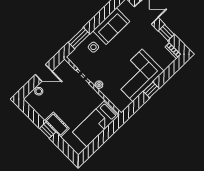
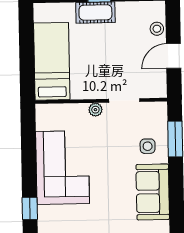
window: (151, 90) -> (30, 208), moved

